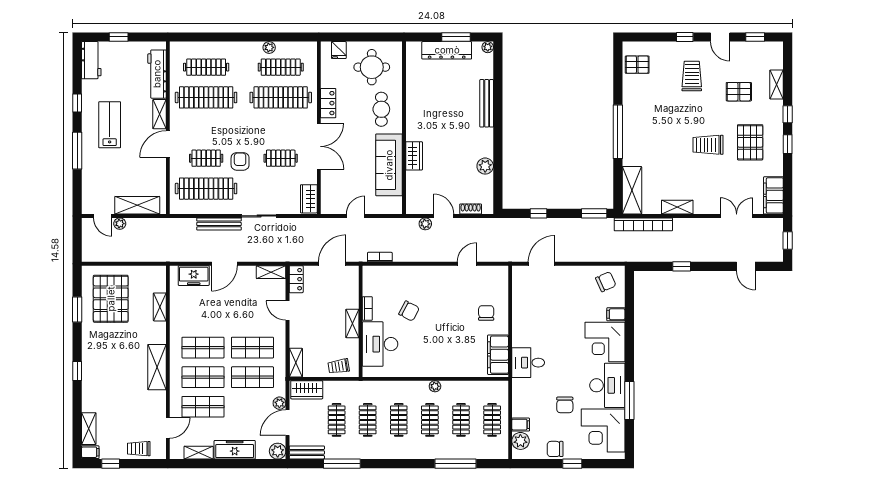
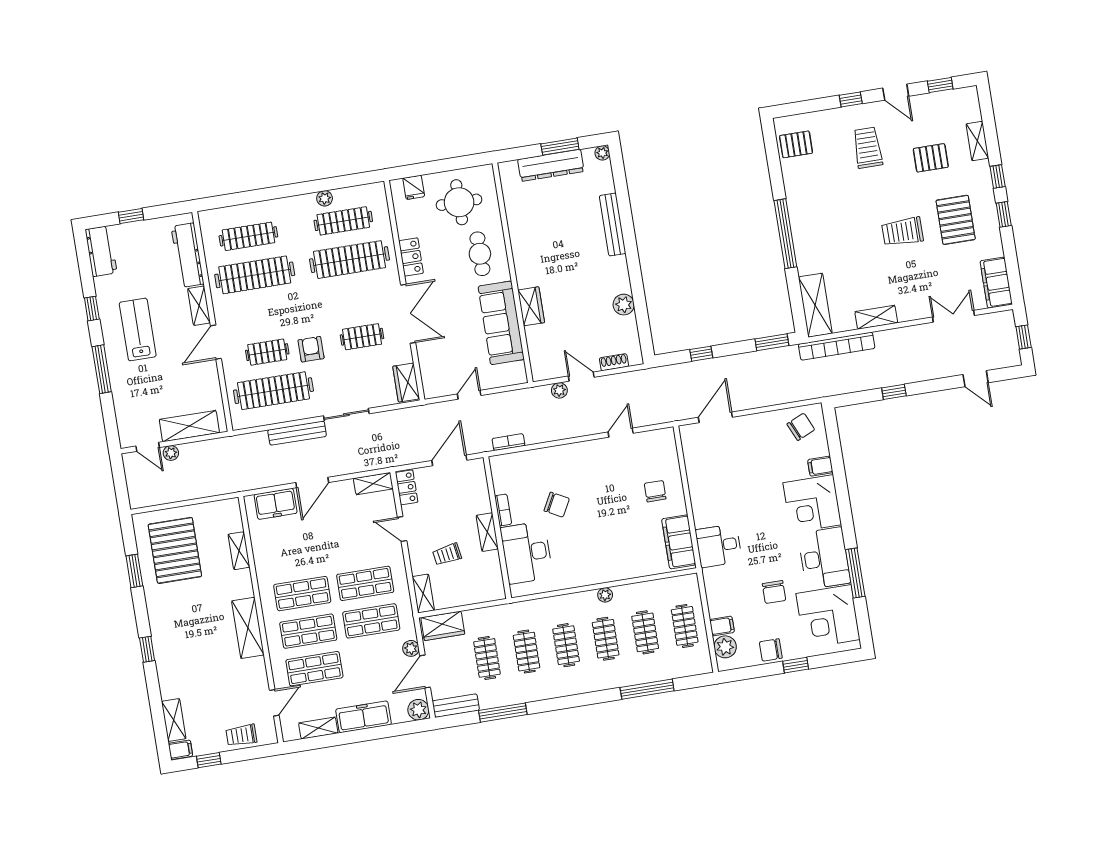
trolley: (339, 366) -> (447, 554), moved

